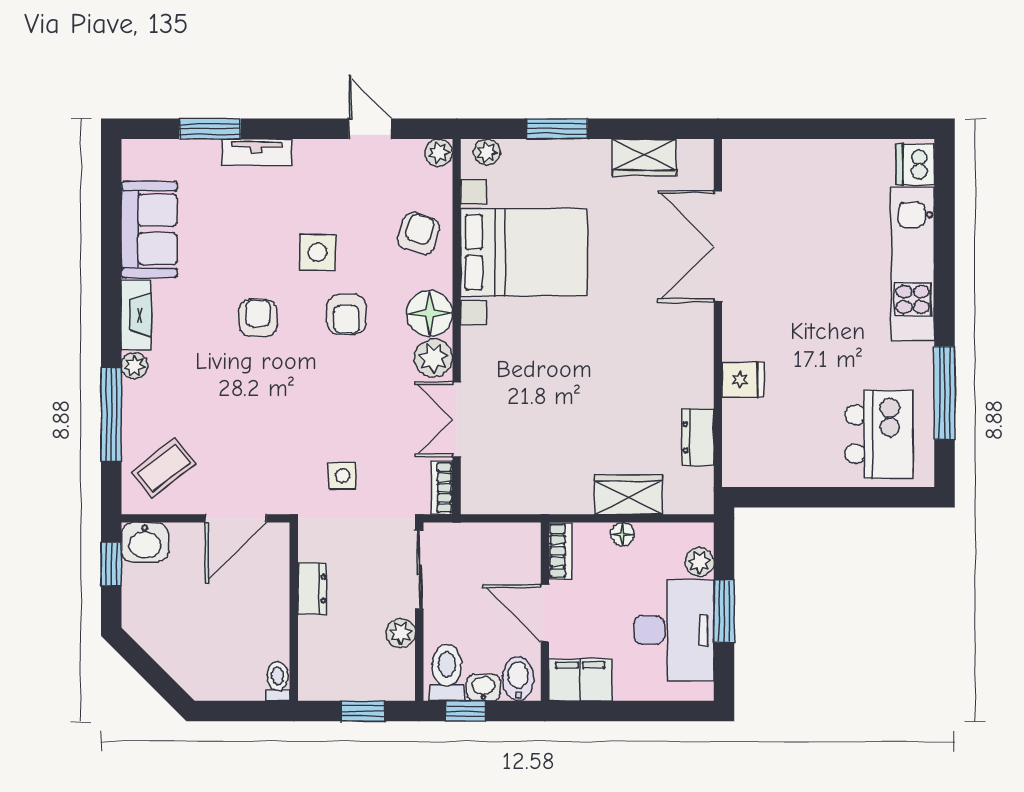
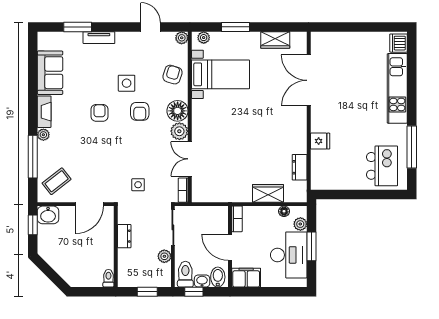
bed with nightstands: (524, 252) -> (220, 74), width x0.73
floor lamp: (622, 534) -> (284, 211), moved

